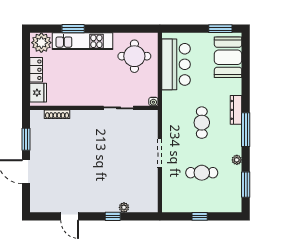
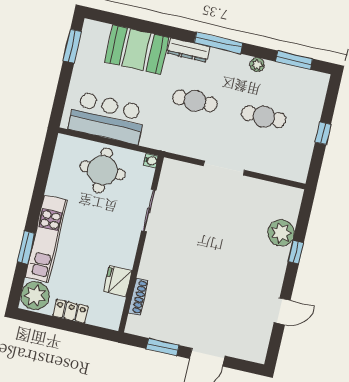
round table: (134, 56) -> (103, 170), moved
booth: (228, 57) -> (137, 50), moved
fridge: (38, 93) -> (118, 281), moved, turned -90
cafe table: (202, 173) -> (264, 117), turned 90
plant: (124, 207) -> (281, 233), width x1.88, depth x1.88

